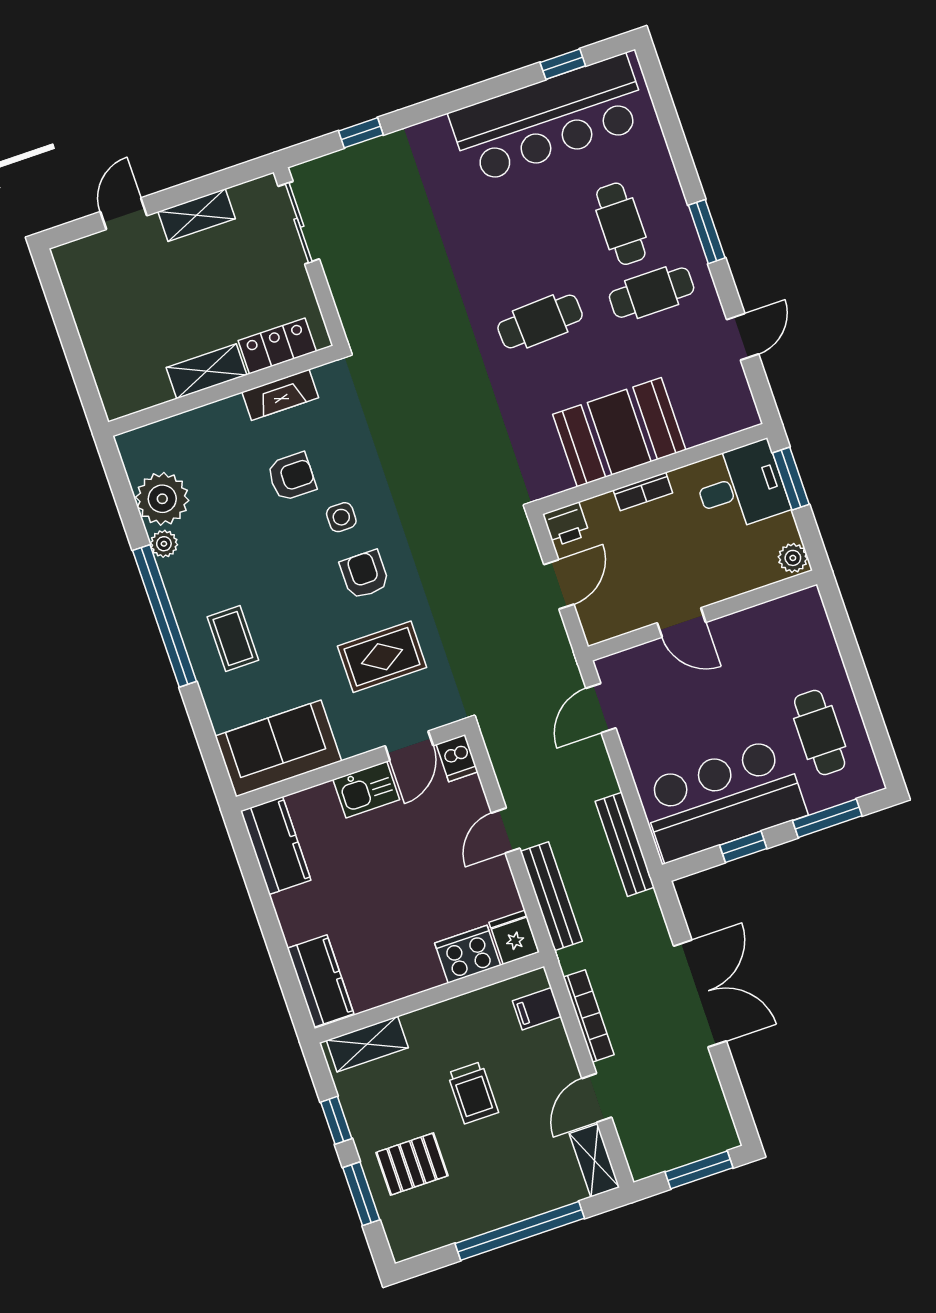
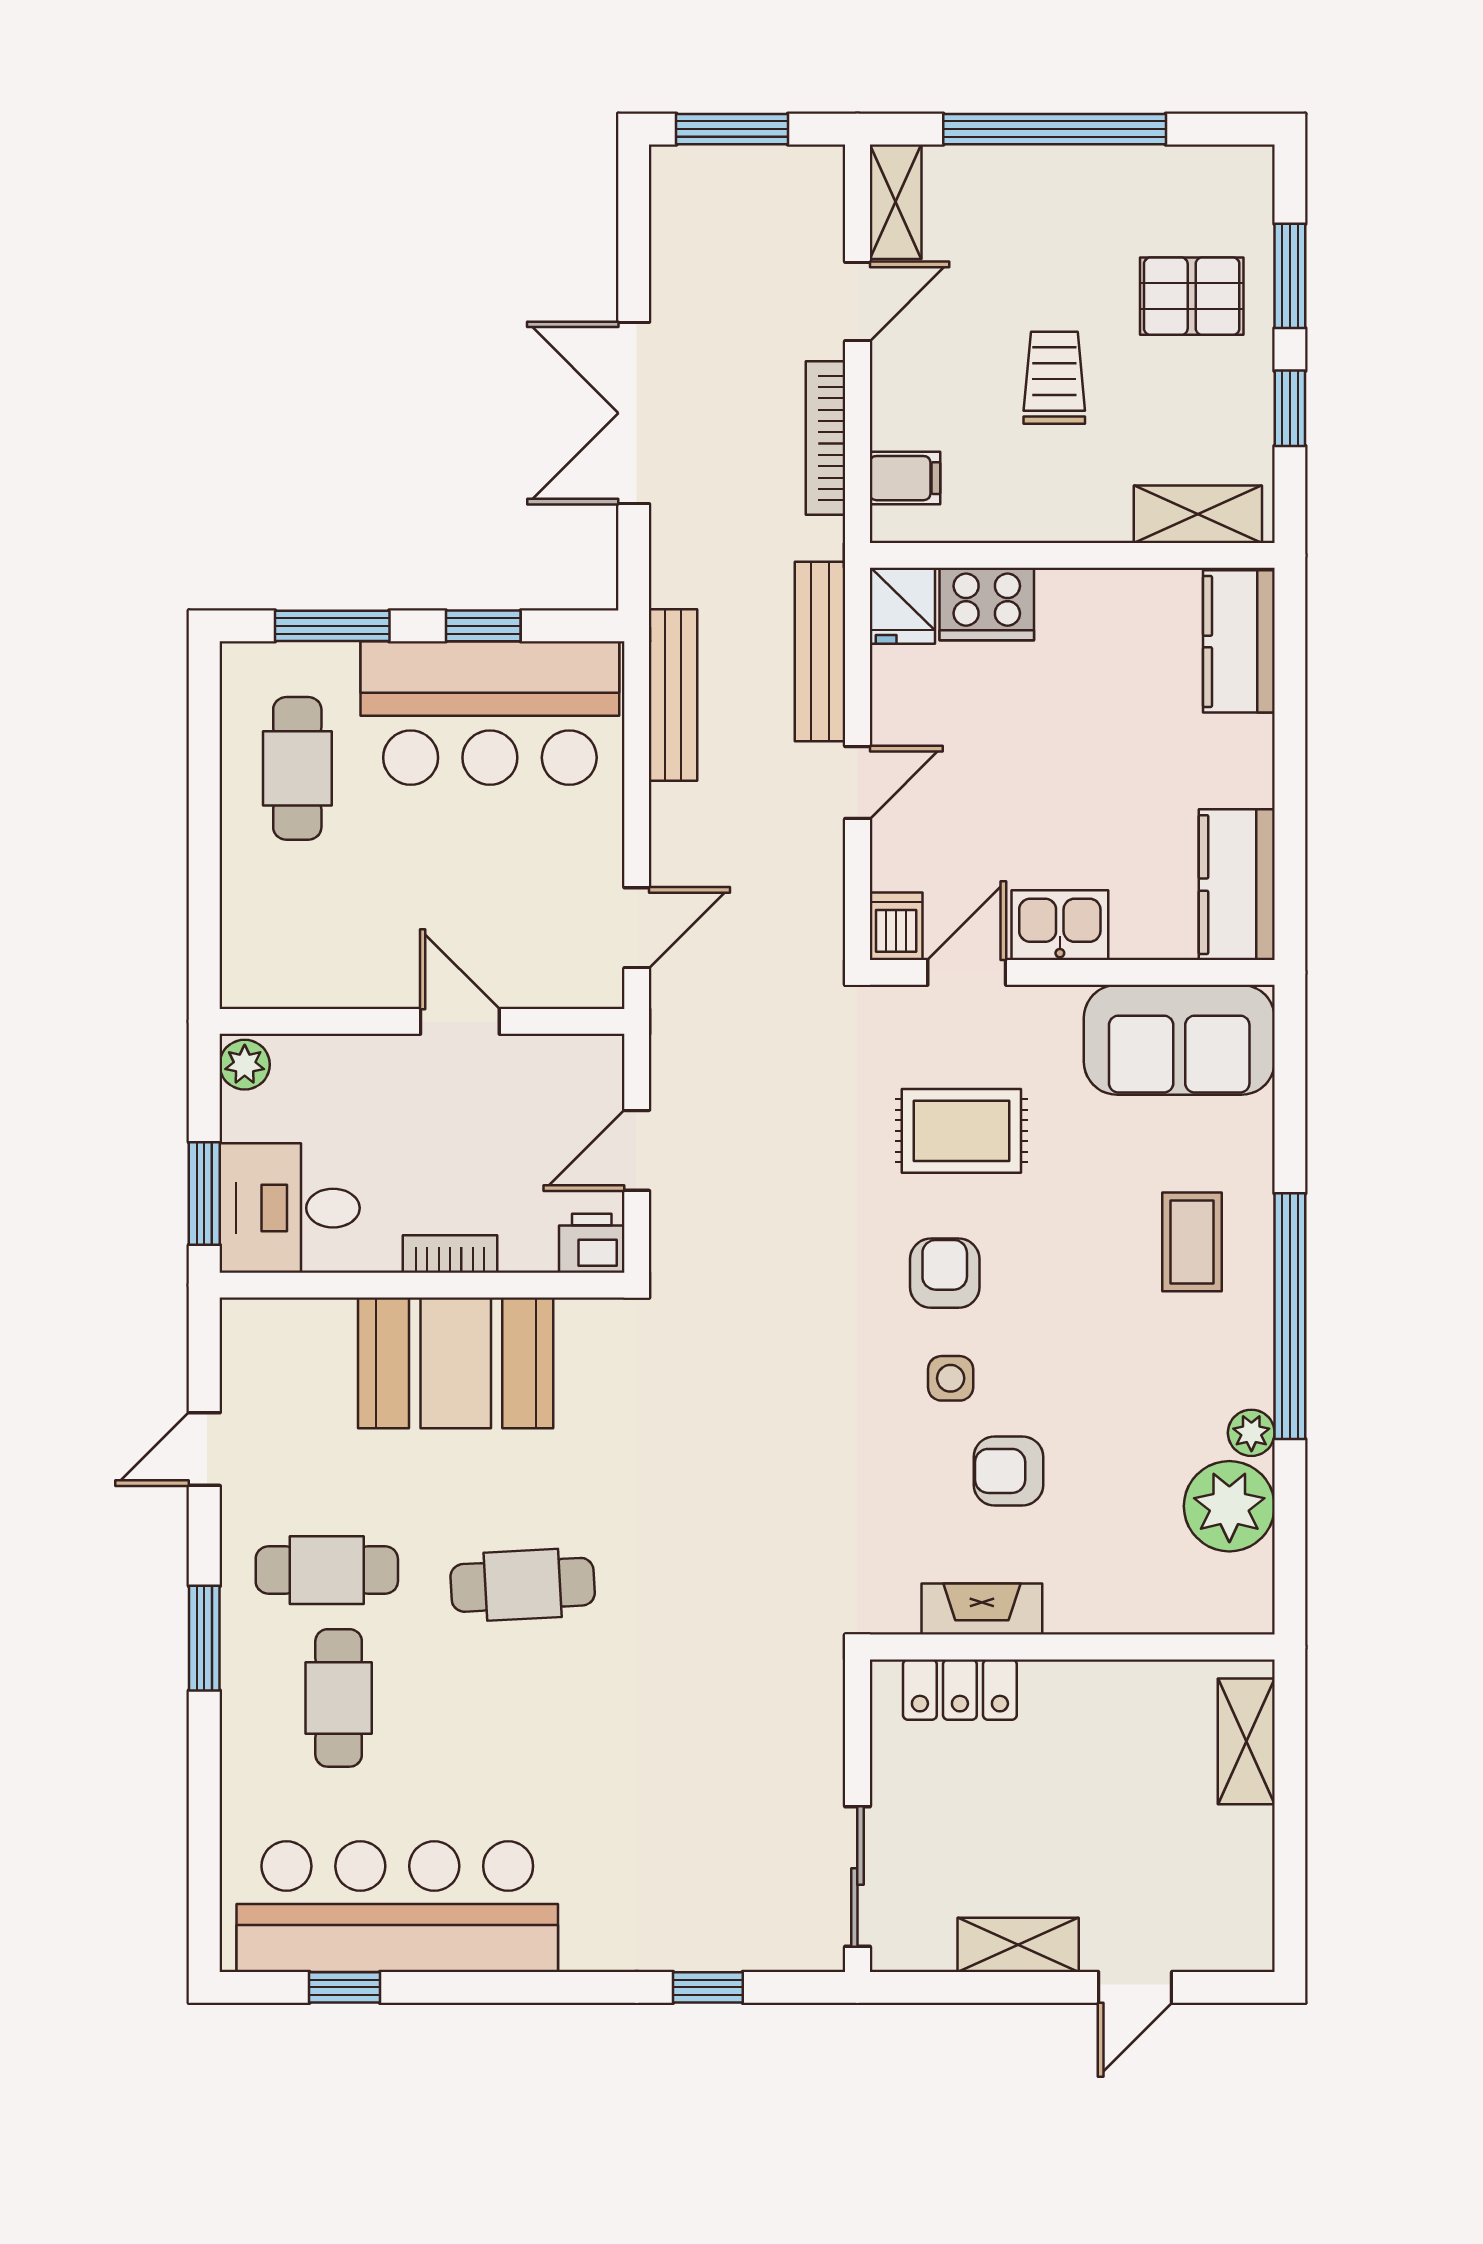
shelving: (207, 371) -> (1246, 1741), moved, turned 90
armchair: (364, 574) -> (945, 1273), turned 180

